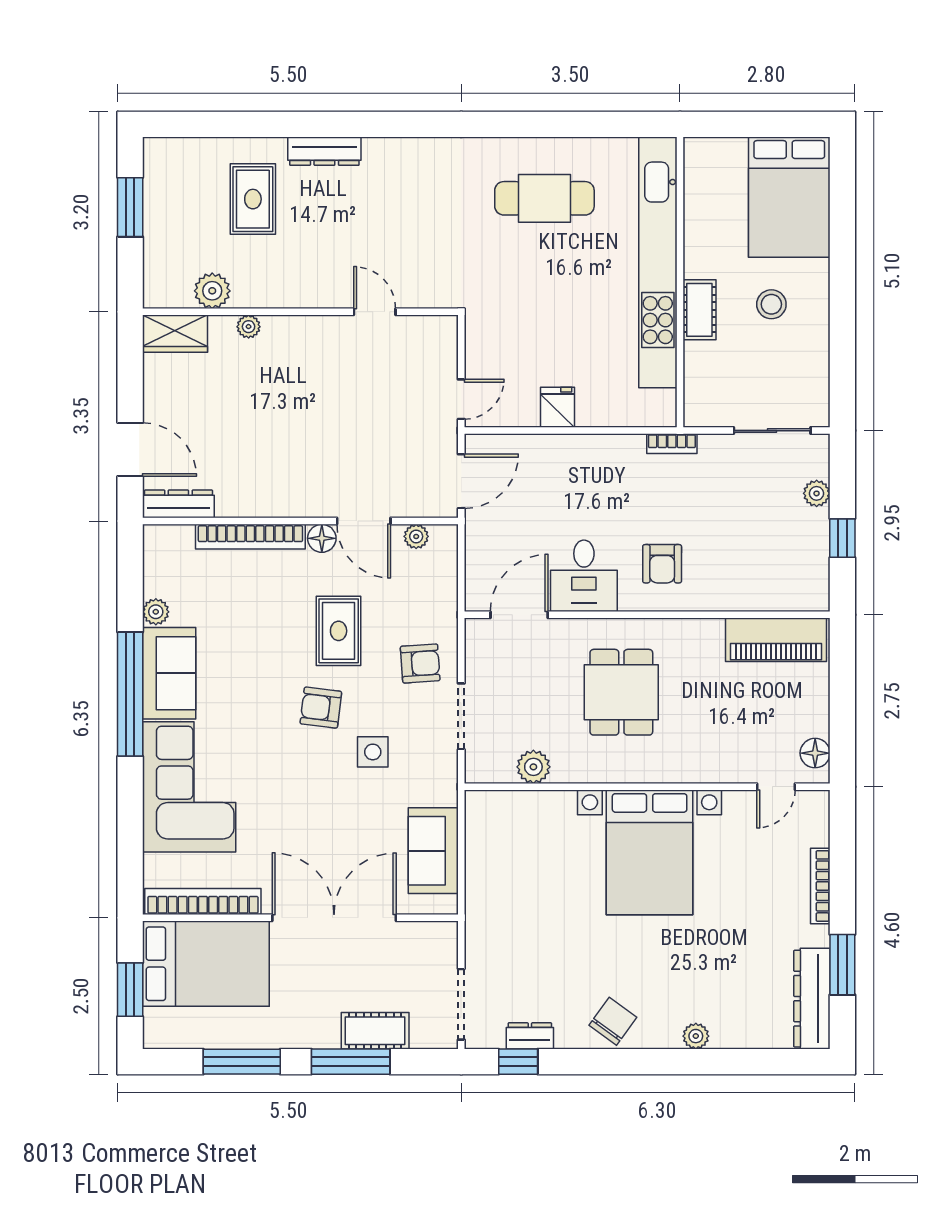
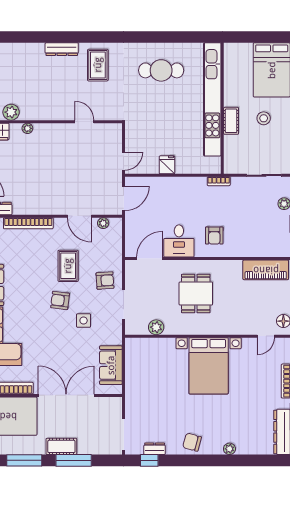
rug: (253, 199) -> (98, 65), moved
floor lamp: (322, 538) -> (61, 224), removed
chair: (613, 1021) -> (192, 442), turned -111
cot: (375, 1031) -> (61, 446), moved

